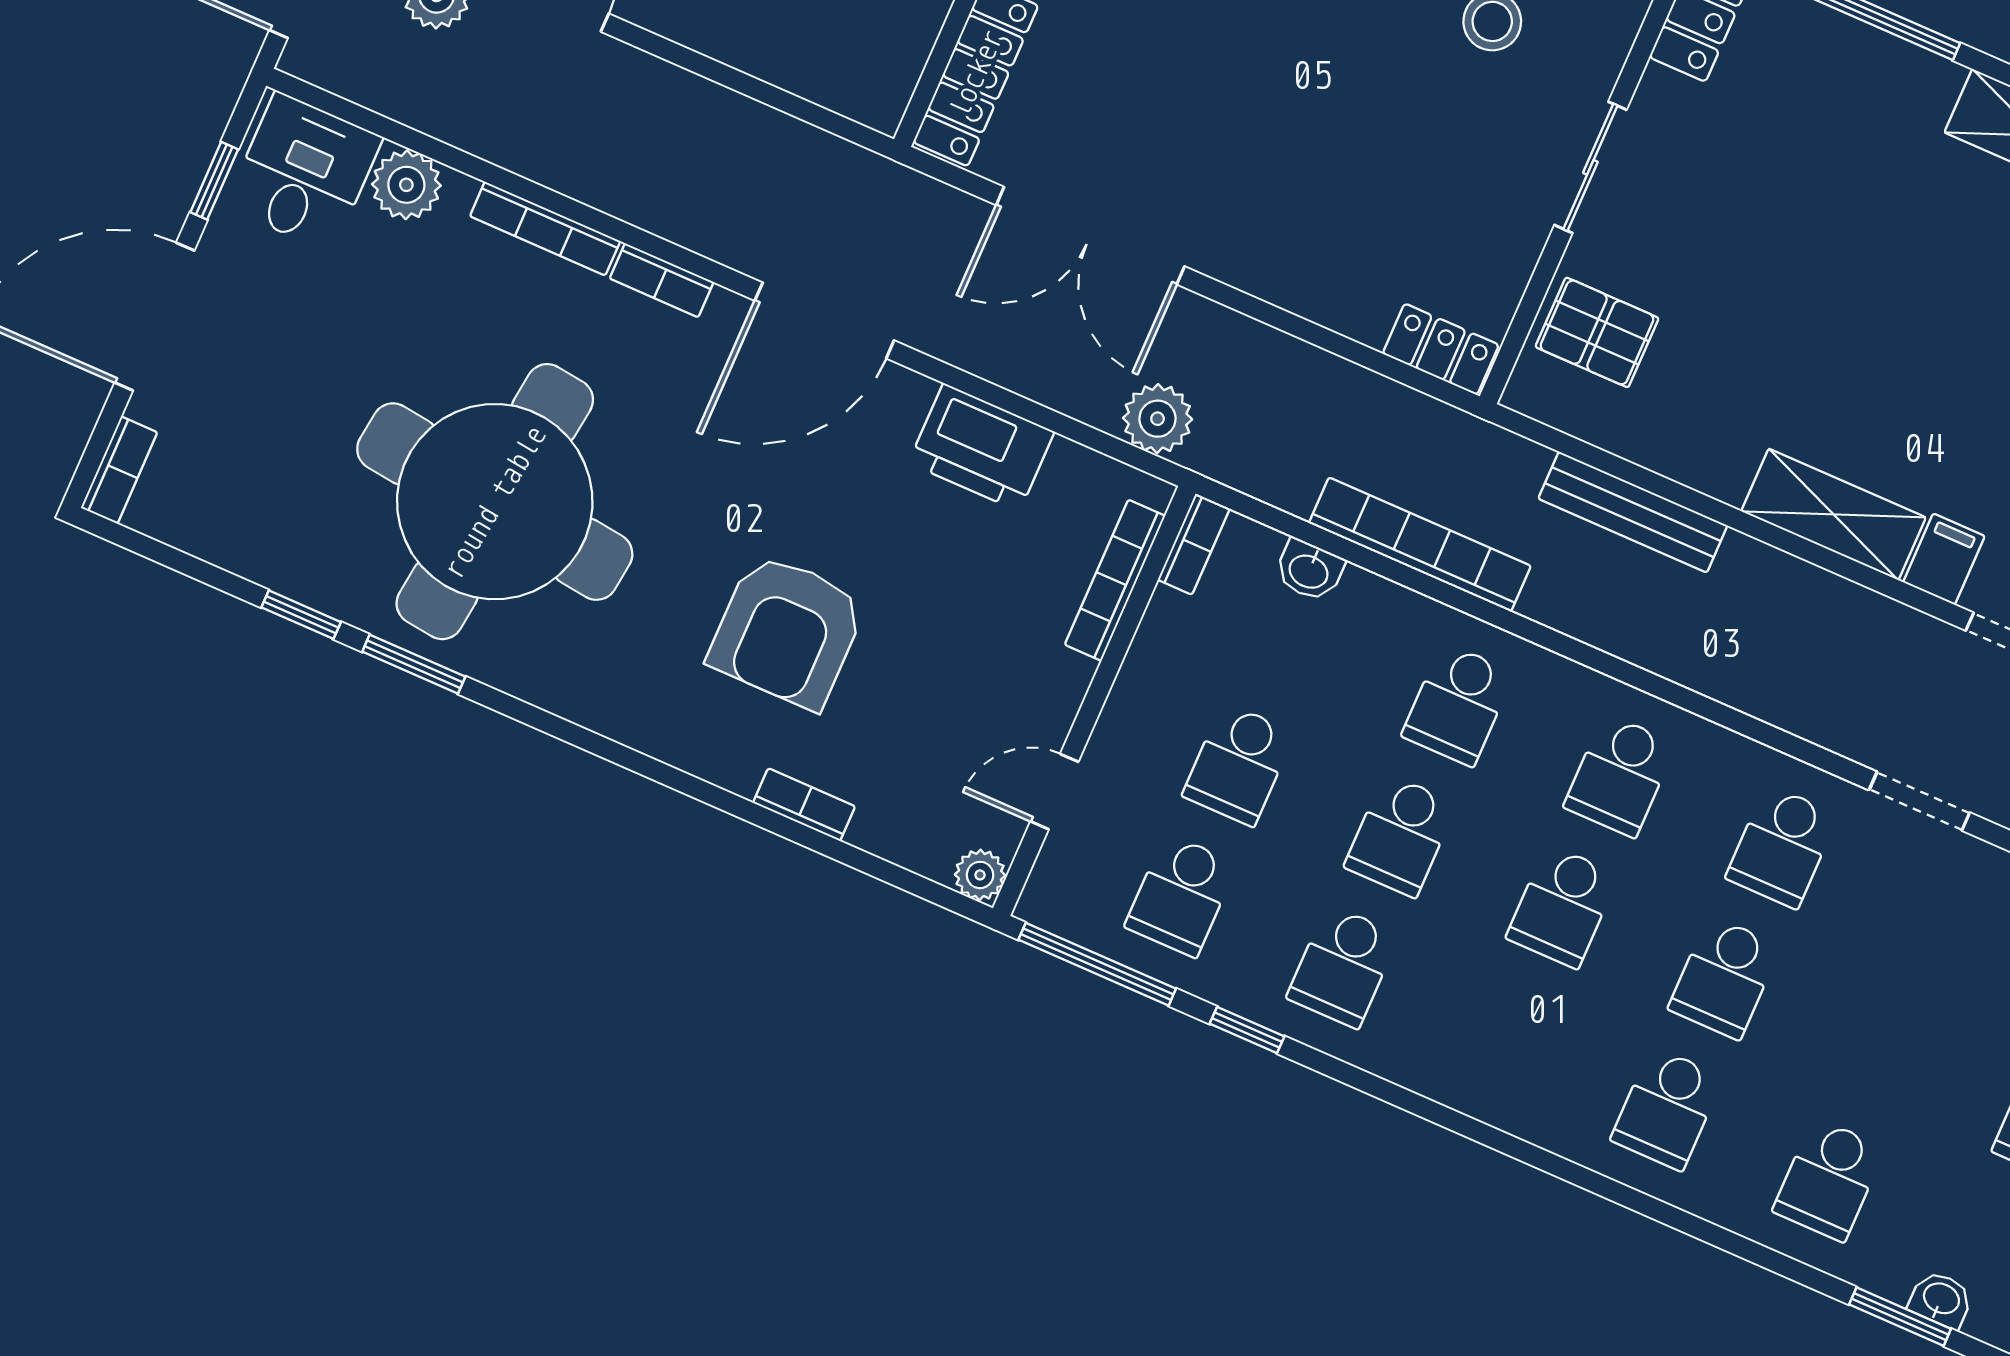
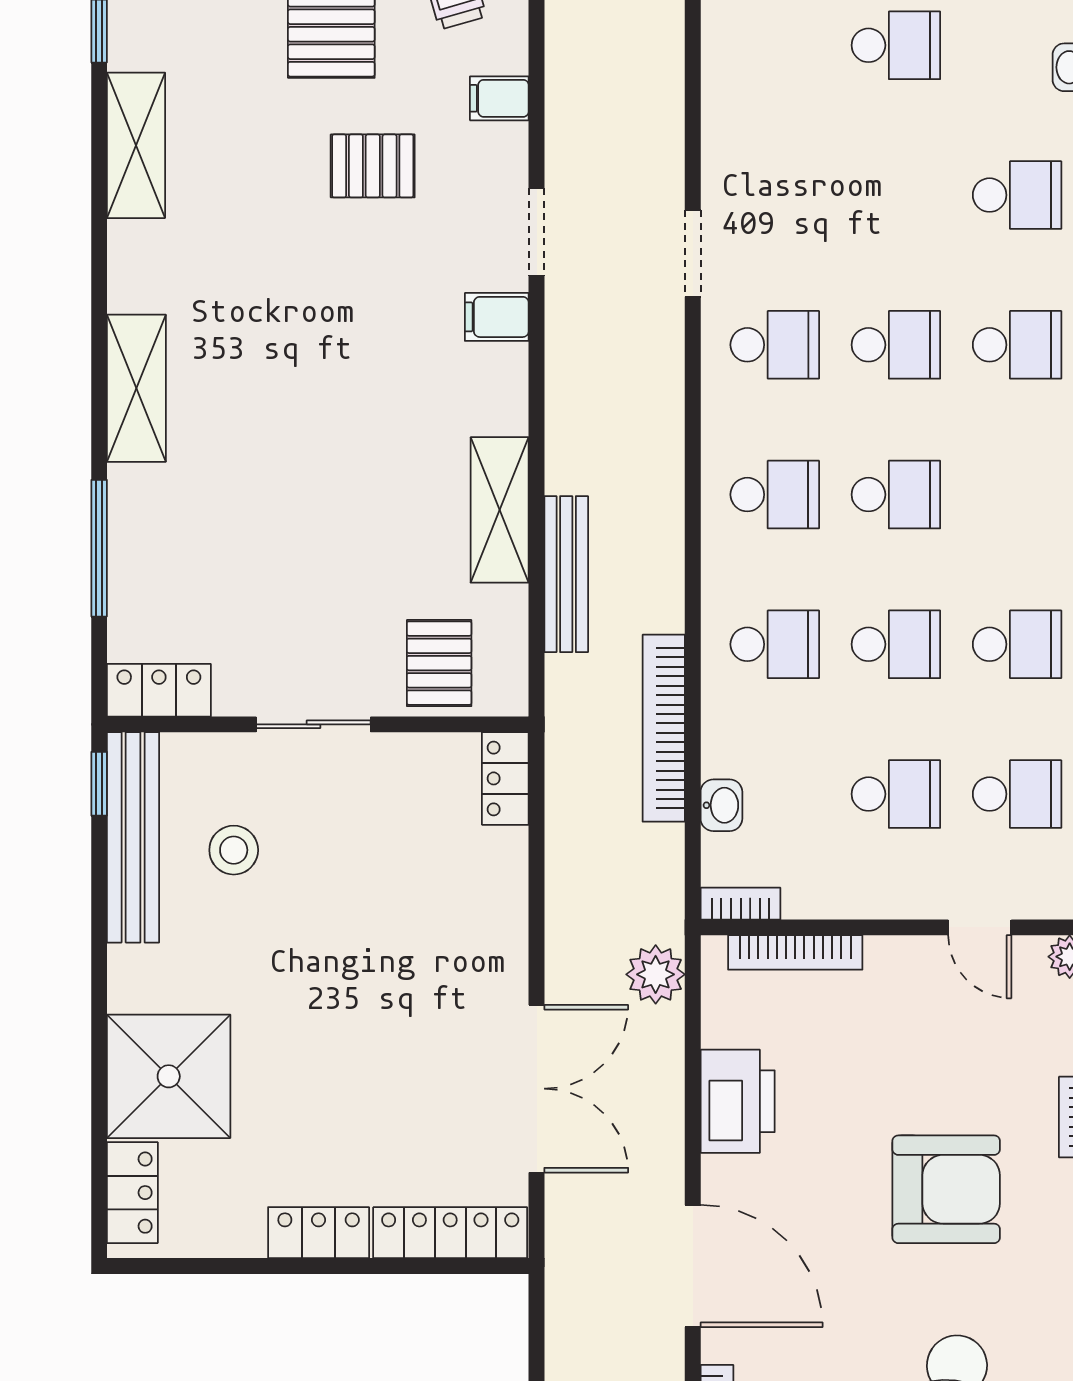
shelving: (1833, 514) -> (500, 510), moved

